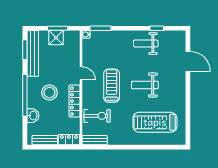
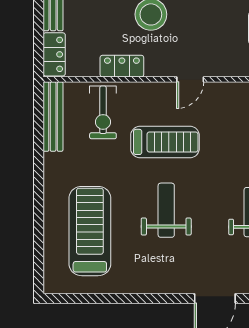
locker: (75, 101) -> (122, 66), width x0.66
bench: (95, 140) -> (53, 117), width x1.36

